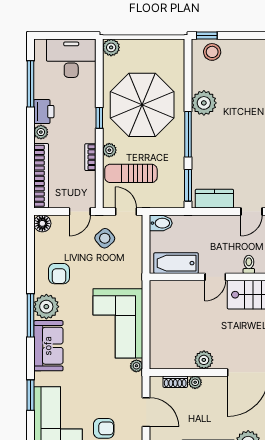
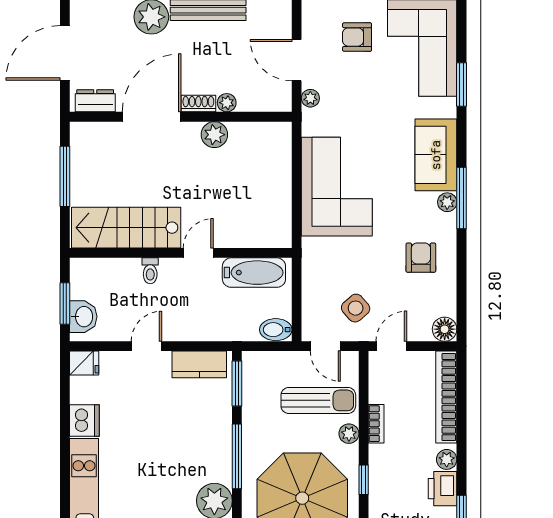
plant: (46, 307) -> (447, 202), width x0.53, depth x0.53
plant: (136, 366) -> (310, 98), moved
shoe rack: (175, 382) -> (198, 104), moved

